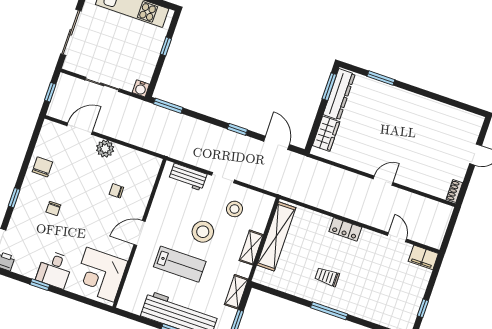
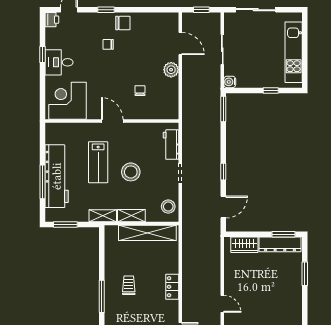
chair: (42, 167) -> (123, 23), moved
stool: (234, 209) -> (168, 207), moved
shelving: (236, 292) -> (103, 216), moved

